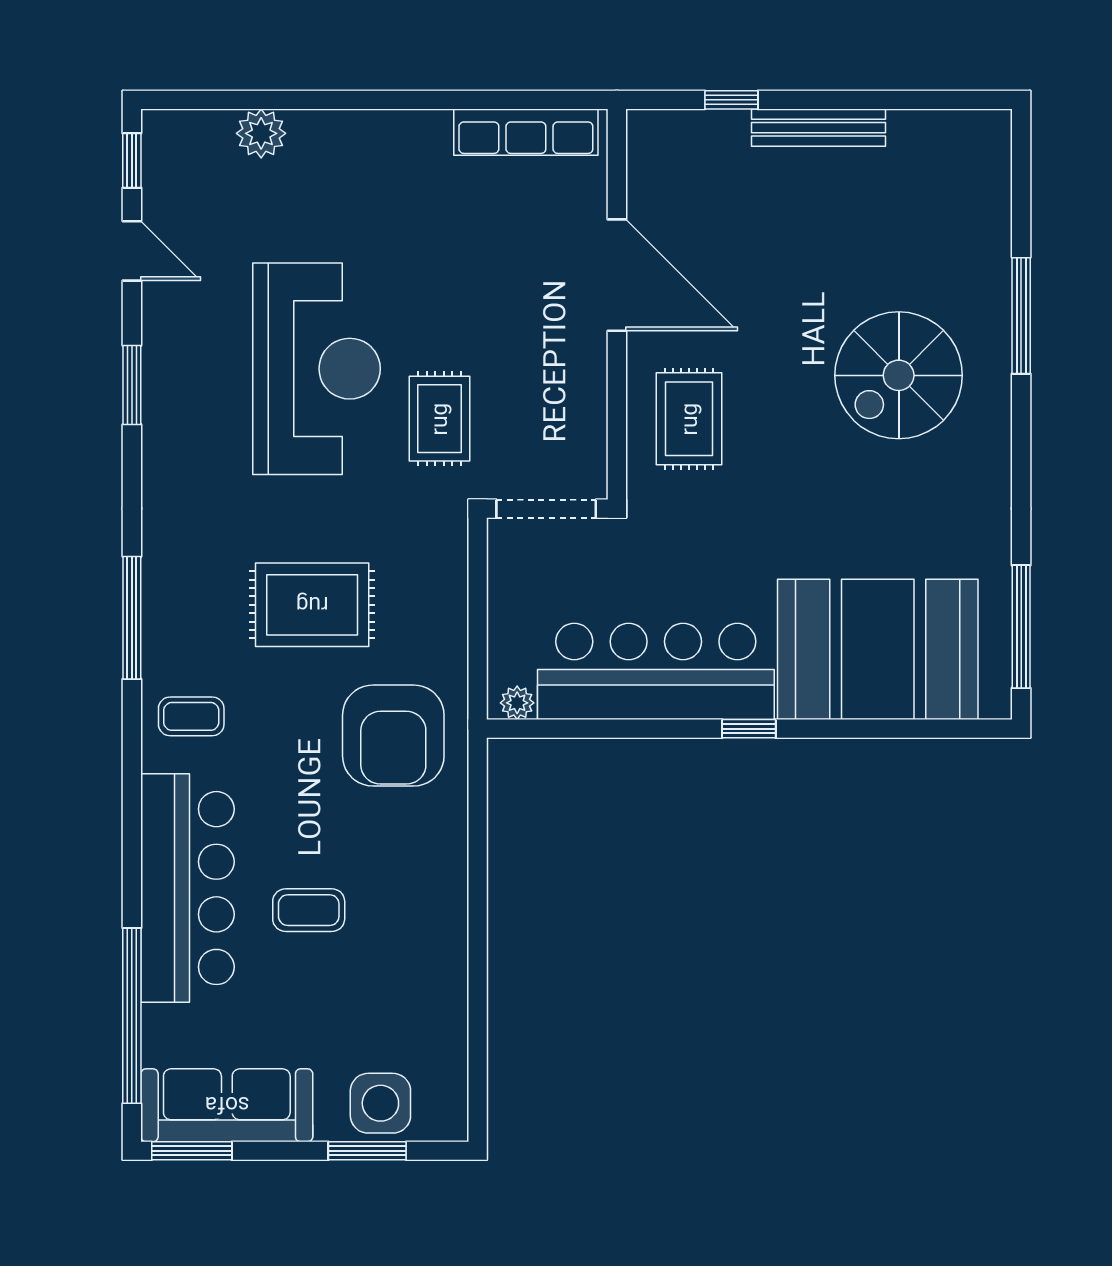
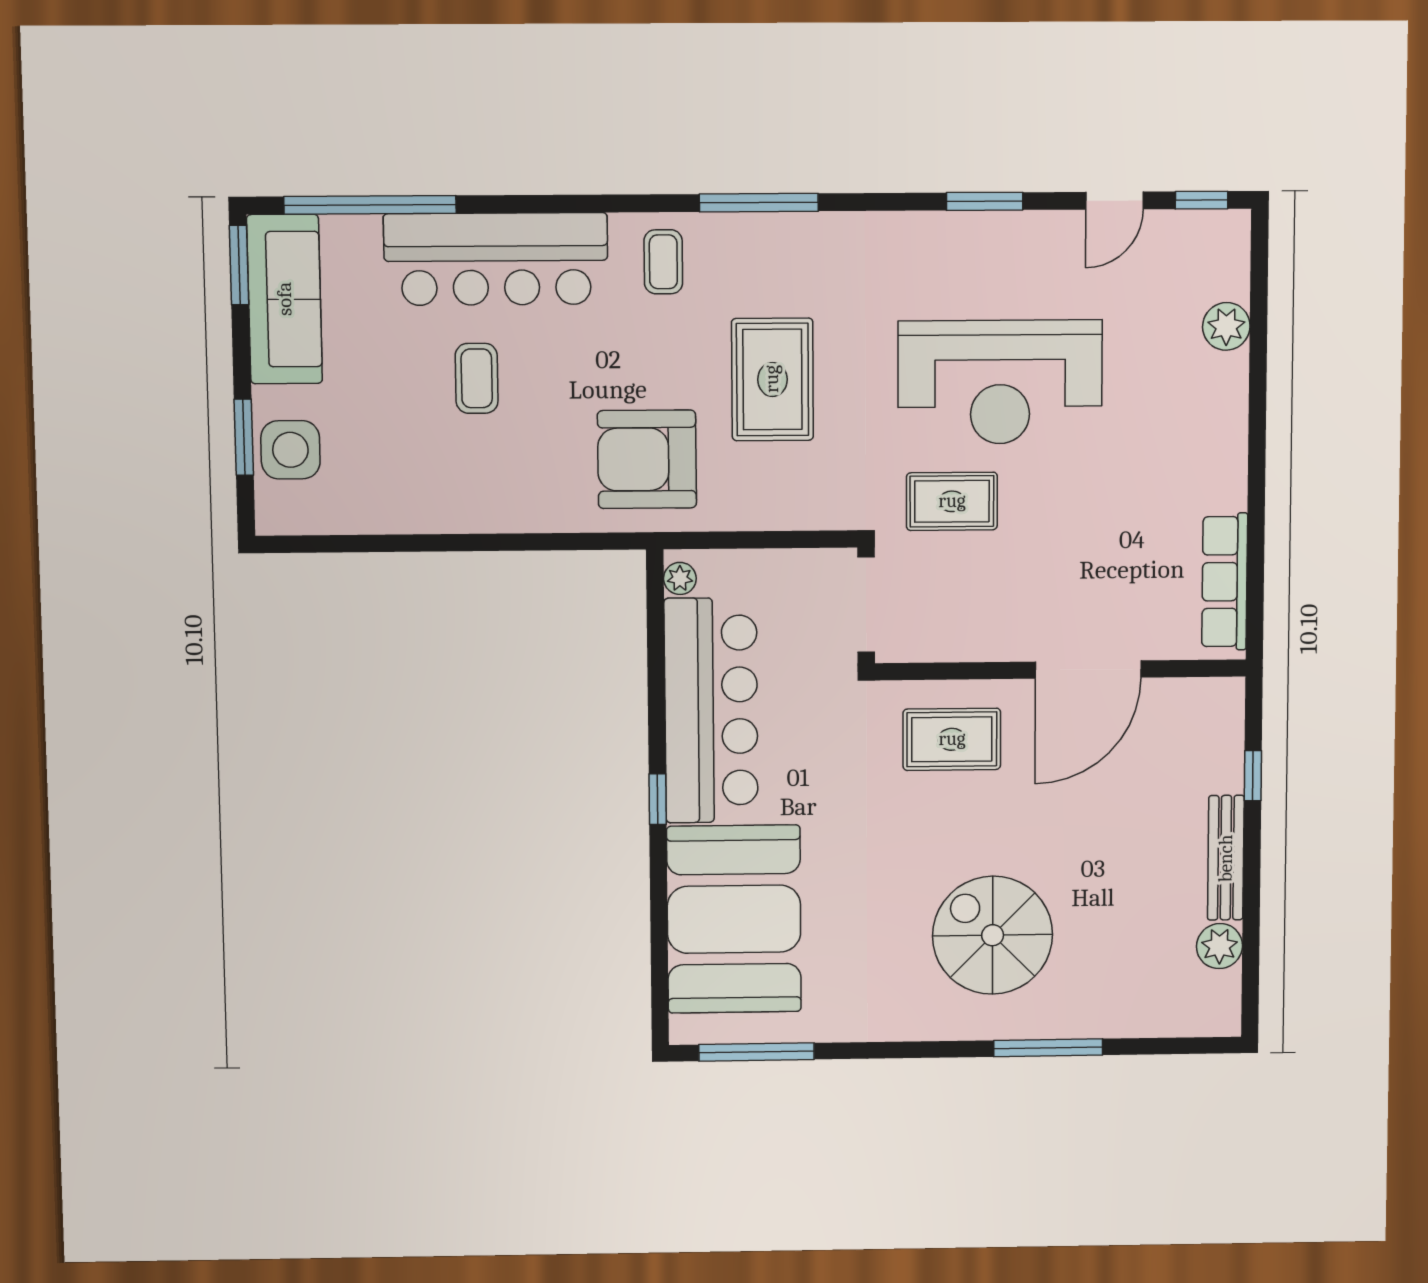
plant: (914, 133) -> (1219, 946), added

